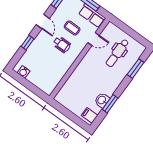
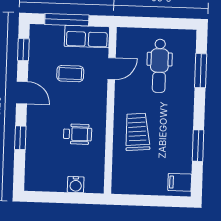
wheelchair: (62, 44) -> (78, 134), moved
water cooler: (24, 72) -> (76, 185), moved
trolley: (85, 77) -> (137, 132), added
washbasin: (102, 100) -> (183, 148), removed

